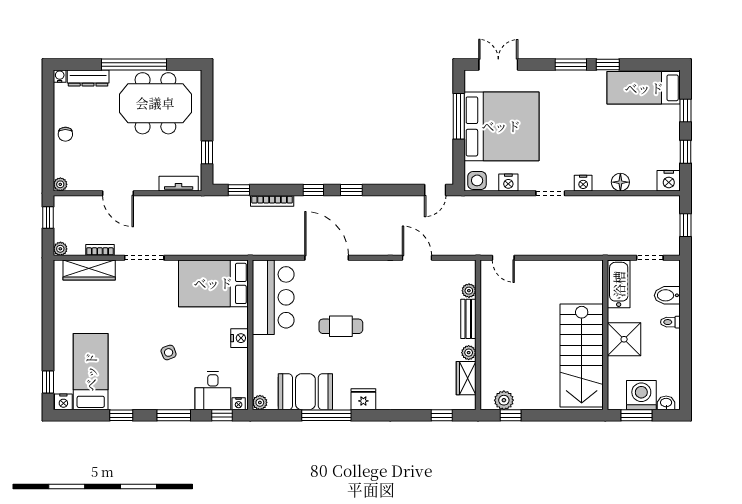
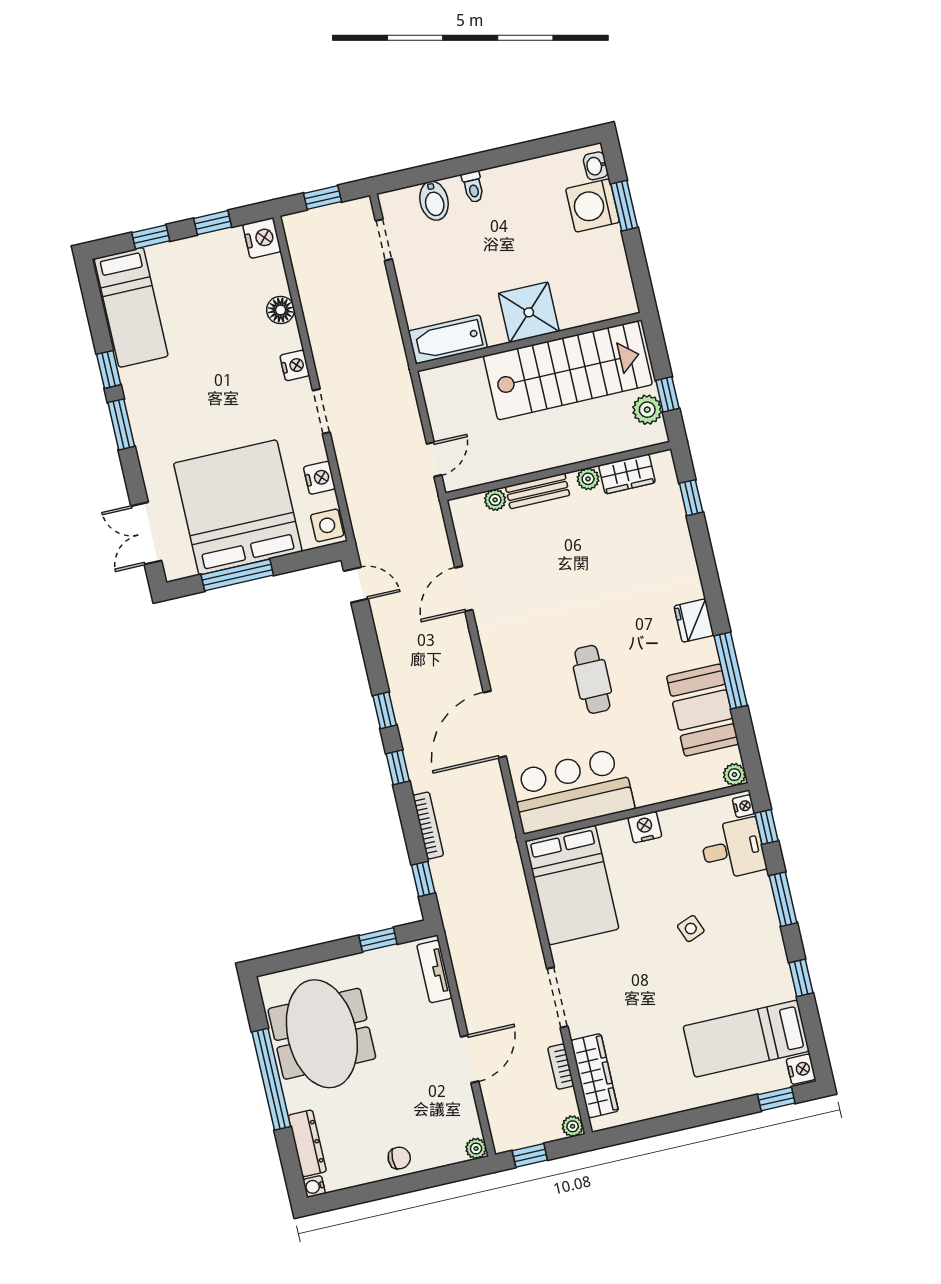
bathtub: (619, 284) -> (448, 339), moved
wall: (605, 335) -> (529, 342), moved
shower: (624, 339) -> (529, 312), moved
stairs: (582, 356) -> (568, 370), moved

